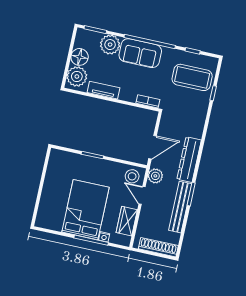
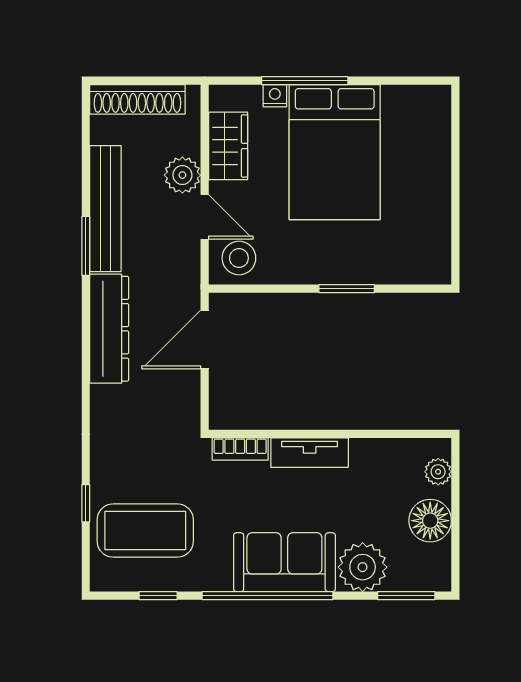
plant: (77, 76) -> (438, 472), width x0.53, depth x0.53
tv unit: (104, 90) -> (310, 453), moved
plant: (155, 176) -> (182, 175), moved

